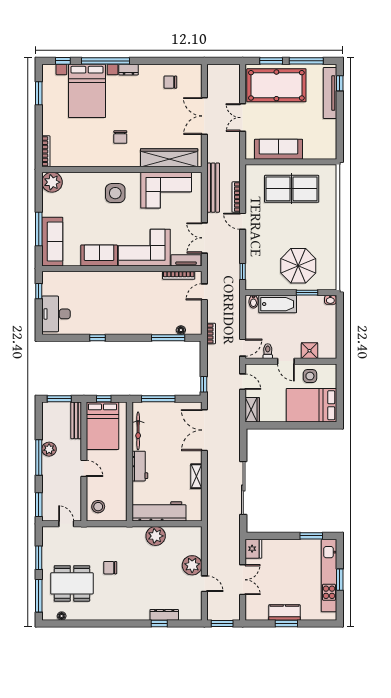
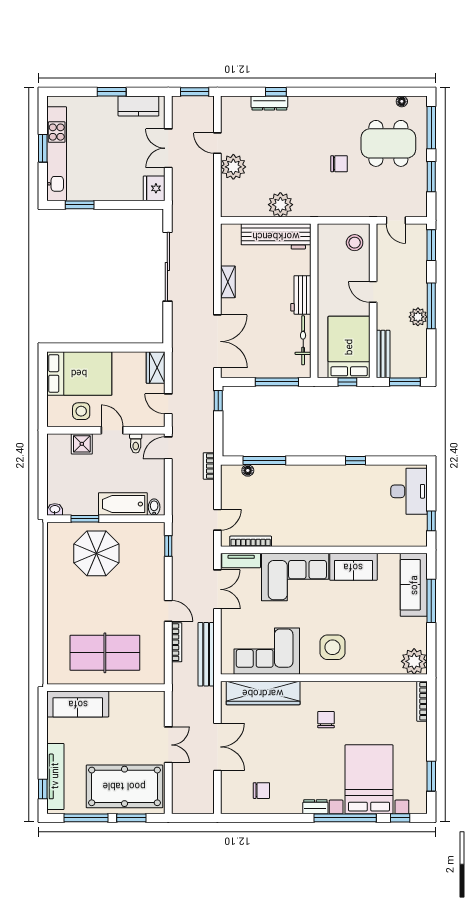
sofa: (278, 149) -> (78, 704), moved
kitchen counter: (284, 612) -> (138, 106), moved

